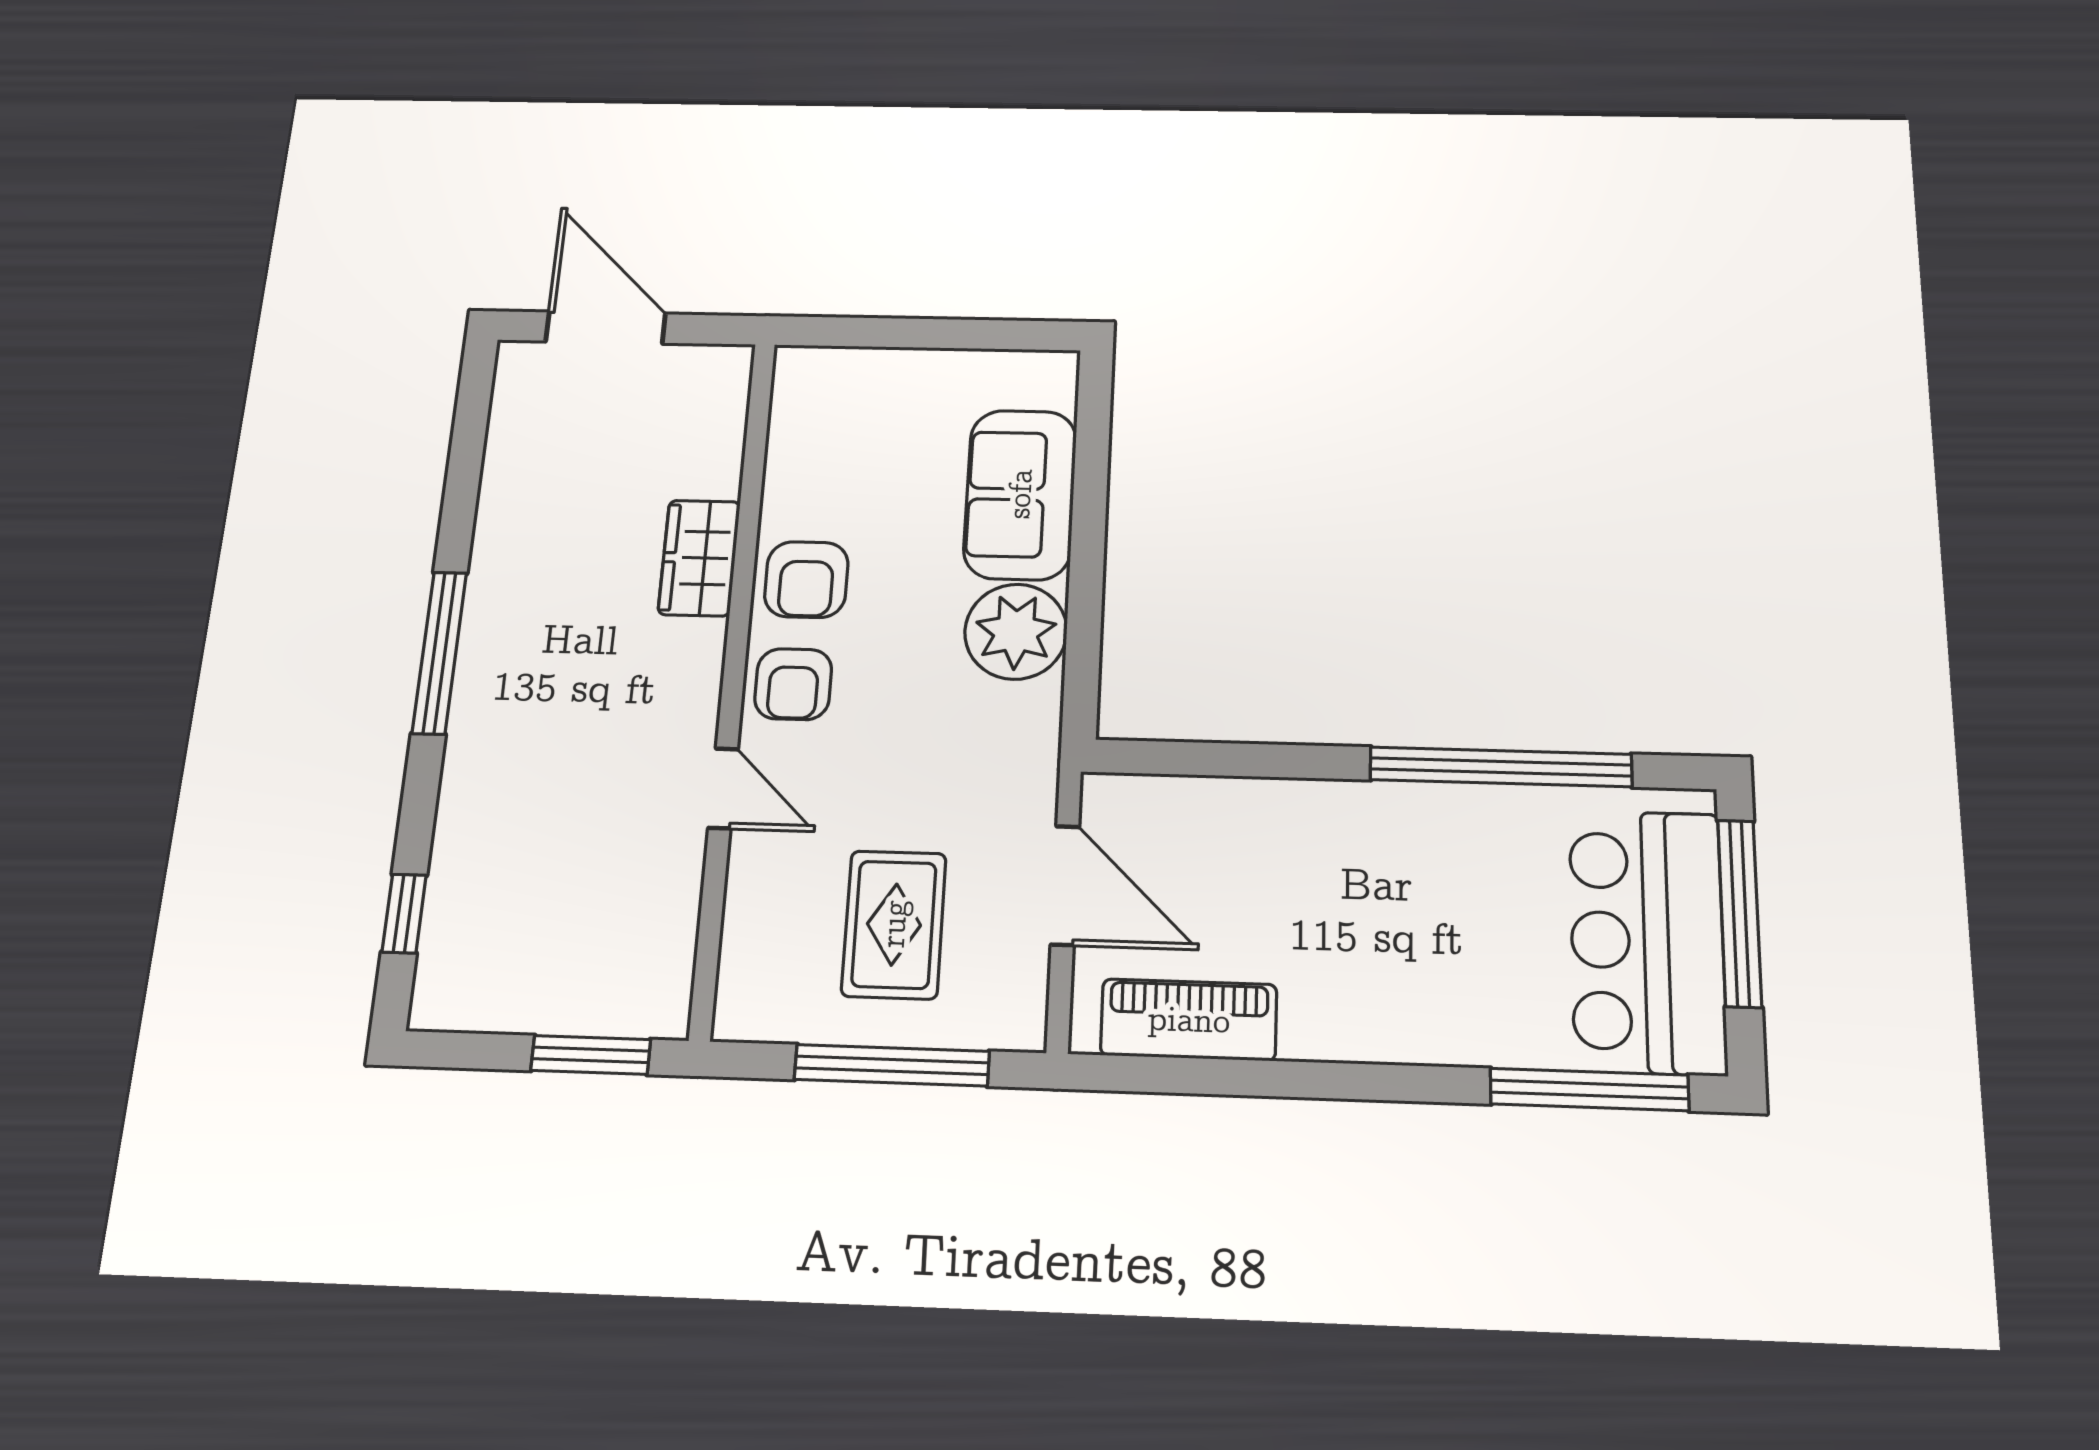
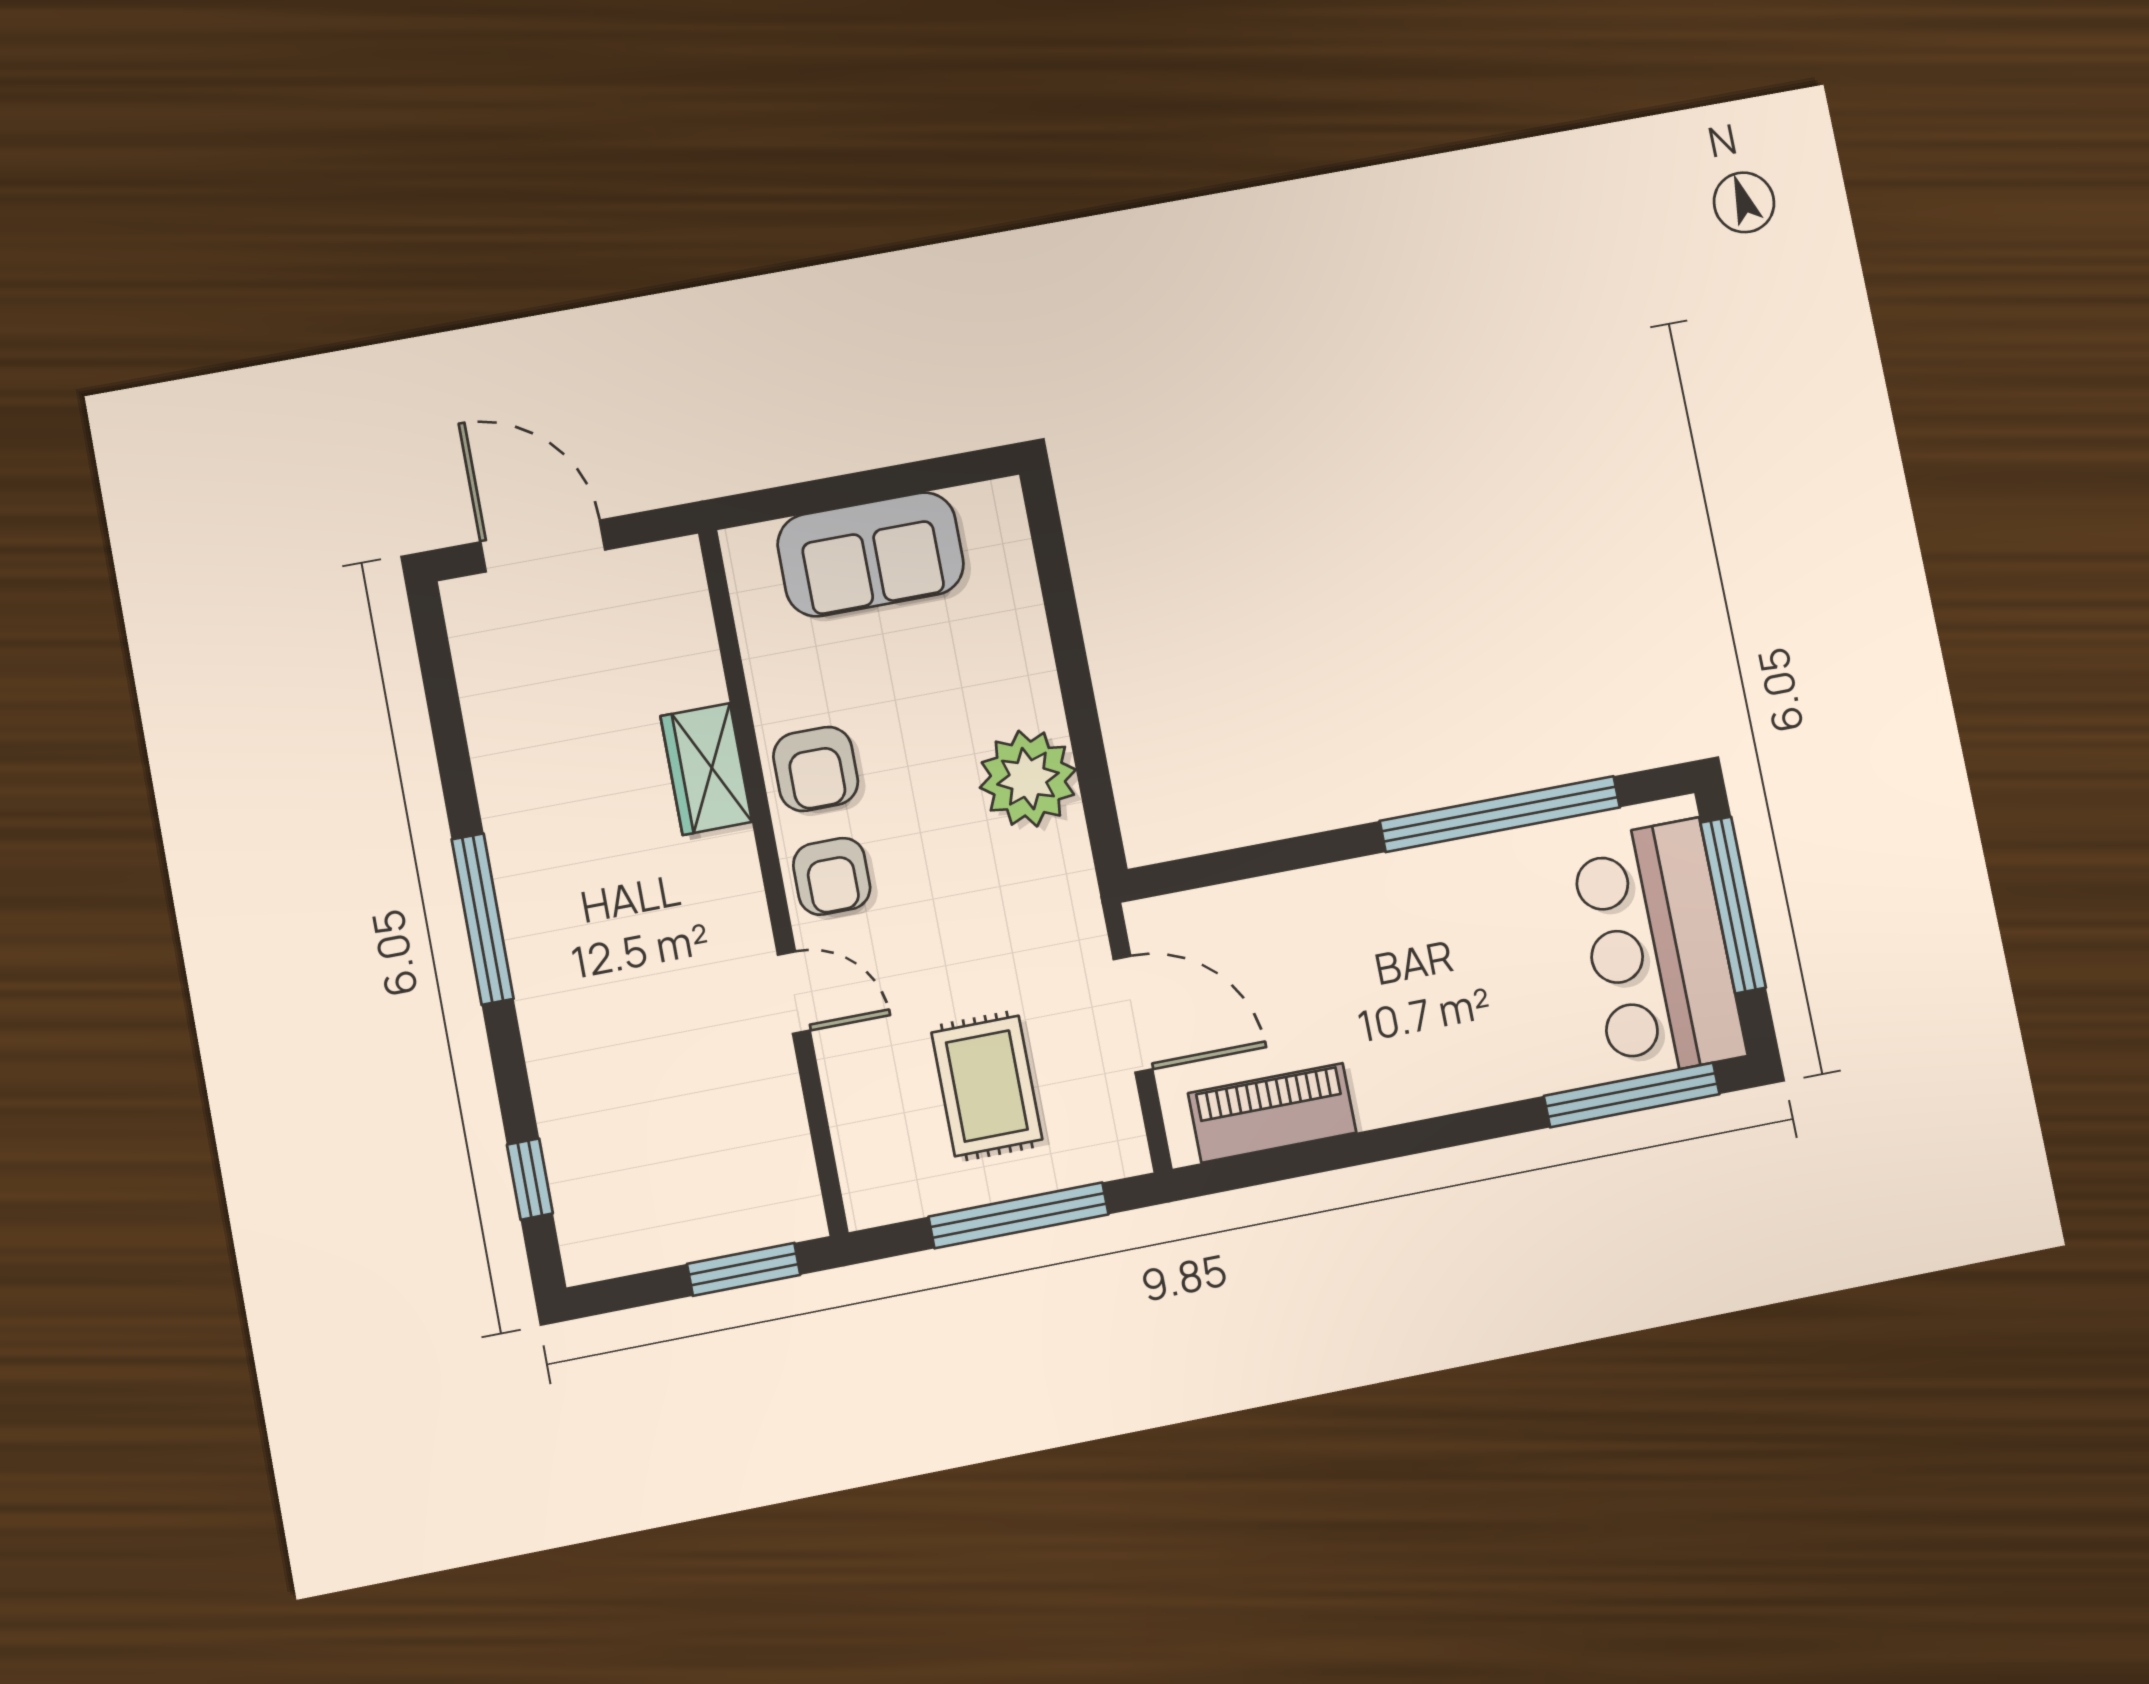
sofa: (1020, 494) -> (871, 554), moved, turned -90

